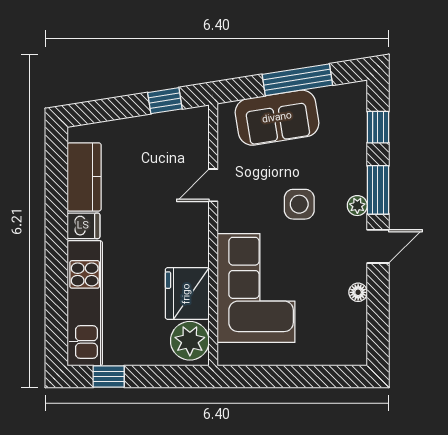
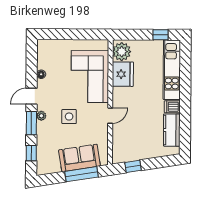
window: (297, 80) -> (81, 174), moved
door: (213, 185) -> (110, 116), moved

